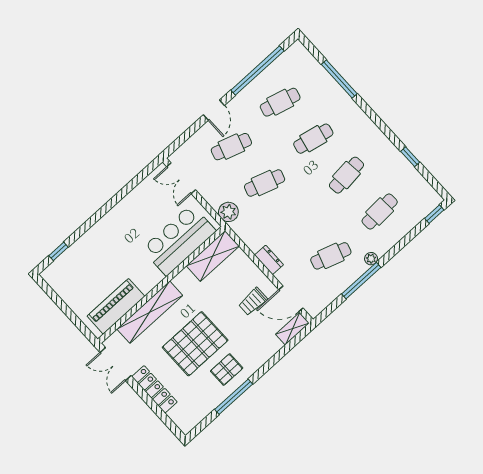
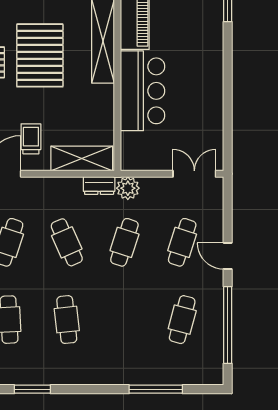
cafe table: (313, 139) -> (67, 242), moved, turned -36
window: (410, 157) -> (32, 389), width x1.50
bar counter: (179, 240) -> (143, 91), moved
shelving: (213, 256) -> (82, 158), moved, turned 90
dresser: (269, 260) -> (99, 186), moved

